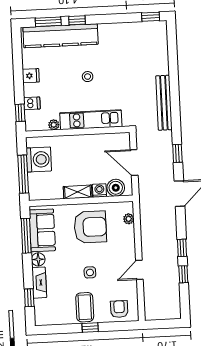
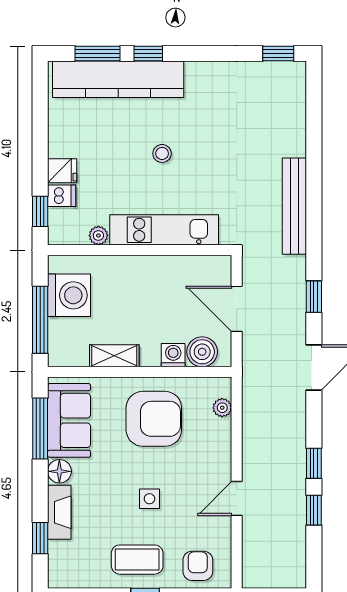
fridge: (31, 76) -> (62, 171), moved
shelving: (78, 192) -> (114, 356), moved
coffee table: (85, 307) -> (137, 560), turned 90

